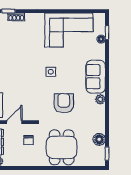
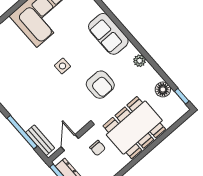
plant: (100, 99) -> (140, 61), moved
armchair: (64, 103) -> (100, 85), turned 180
dining table: (62, 147) -> (134, 128), width x1.38

